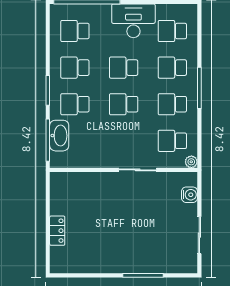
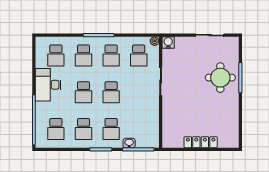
washbasin: (59, 136) -> (129, 143), width x0.52, depth x0.69
water cooler: (190, 195) -> (168, 42), moved
locker: (57, 231) -> (201, 142), width x1.53
round table: (143, 249) -> (220, 78), added

